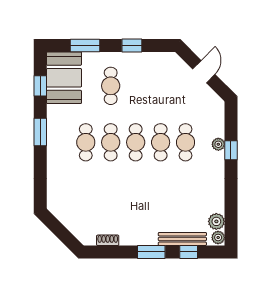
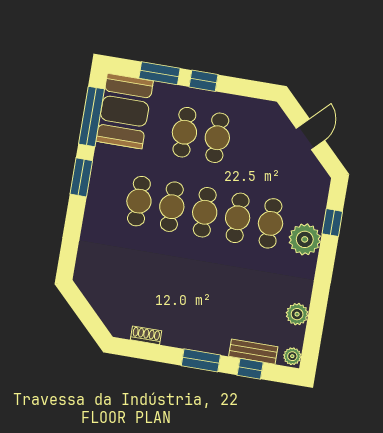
window: (132, 46) -> (203, 81), moved
window: (40, 86) -> (92, 117), width x2.17
cafe table: (136, 86) -> (217, 138), added
plant: (218, 144) -> (305, 239), width x1.88, depth x1.88
window: (231, 150) -> (332, 223), moved
plant: (216, 221) -> (297, 314), moved
bench: (182, 239) -> (253, 352), width x0.73

